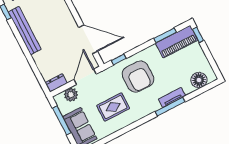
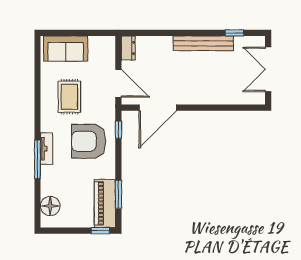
plant: (71, 95) -> (107, 57), removed
tv unit: (172, 97) -> (47, 149), moved
window: (62, 120) -> (84, 33), removed

